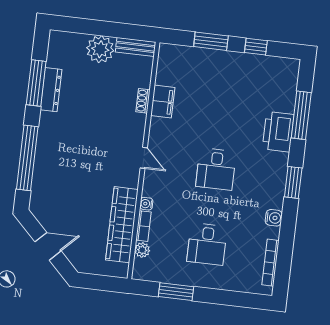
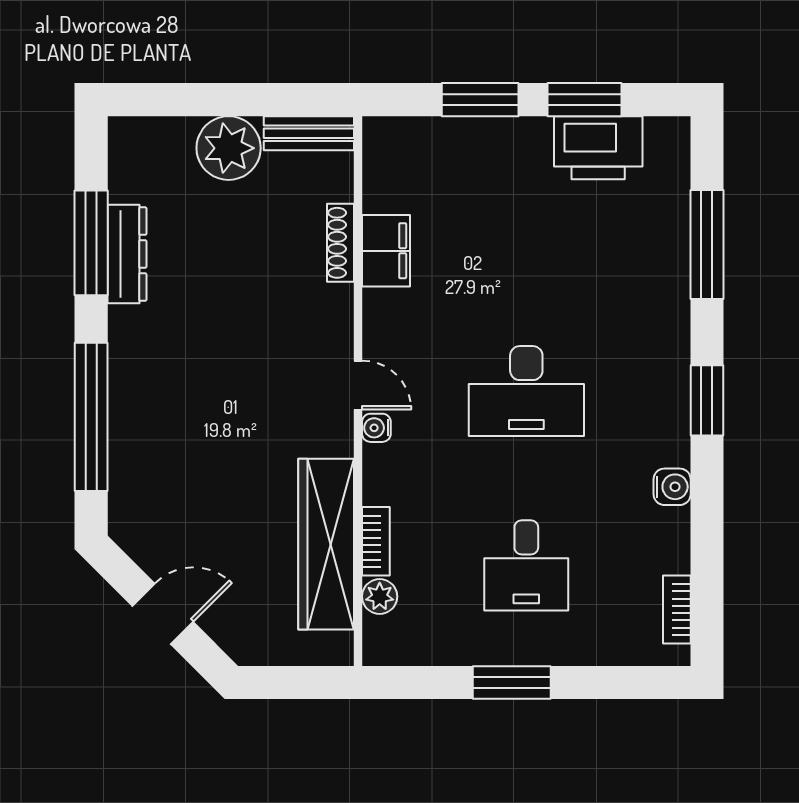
window: (256, 47) -> (585, 100), width x1.50
shoe rack: (143, 101) -> (341, 243), width x1.43
printer: (278, 132) -> (598, 148), moved, turned -90
desk: (216, 169) -> (526, 391), width x1.37
water cooler: (146, 204) -> (376, 428), moved
bookcase: (270, 263) -> (677, 610), width x0.64
window: (176, 292) -> (512, 683), moved

